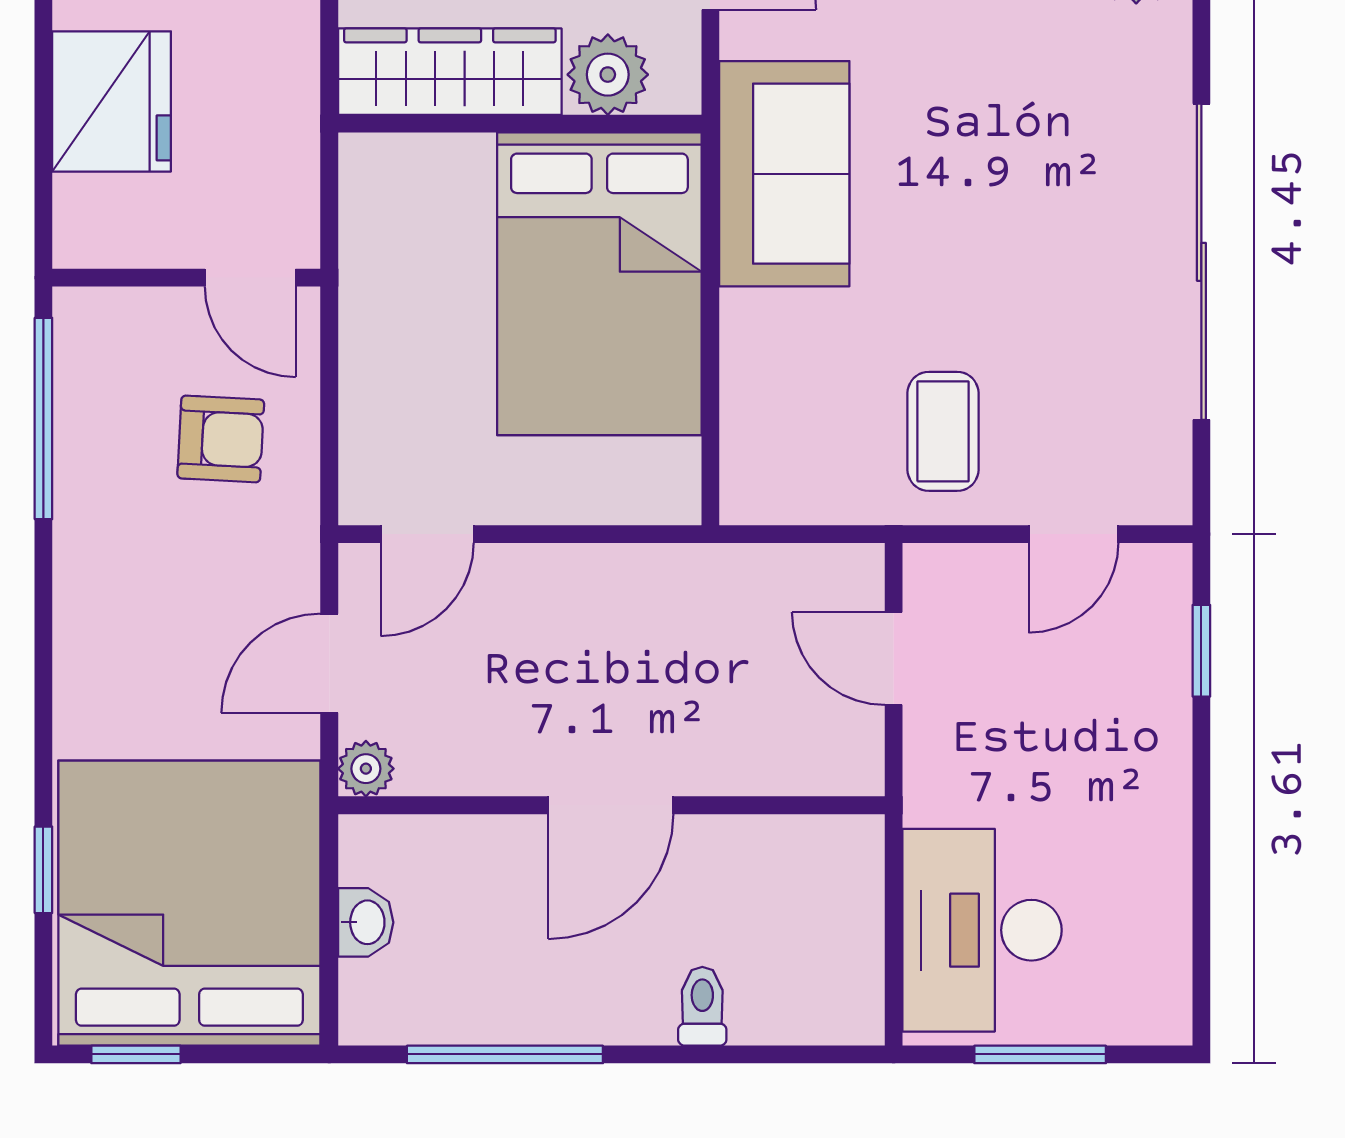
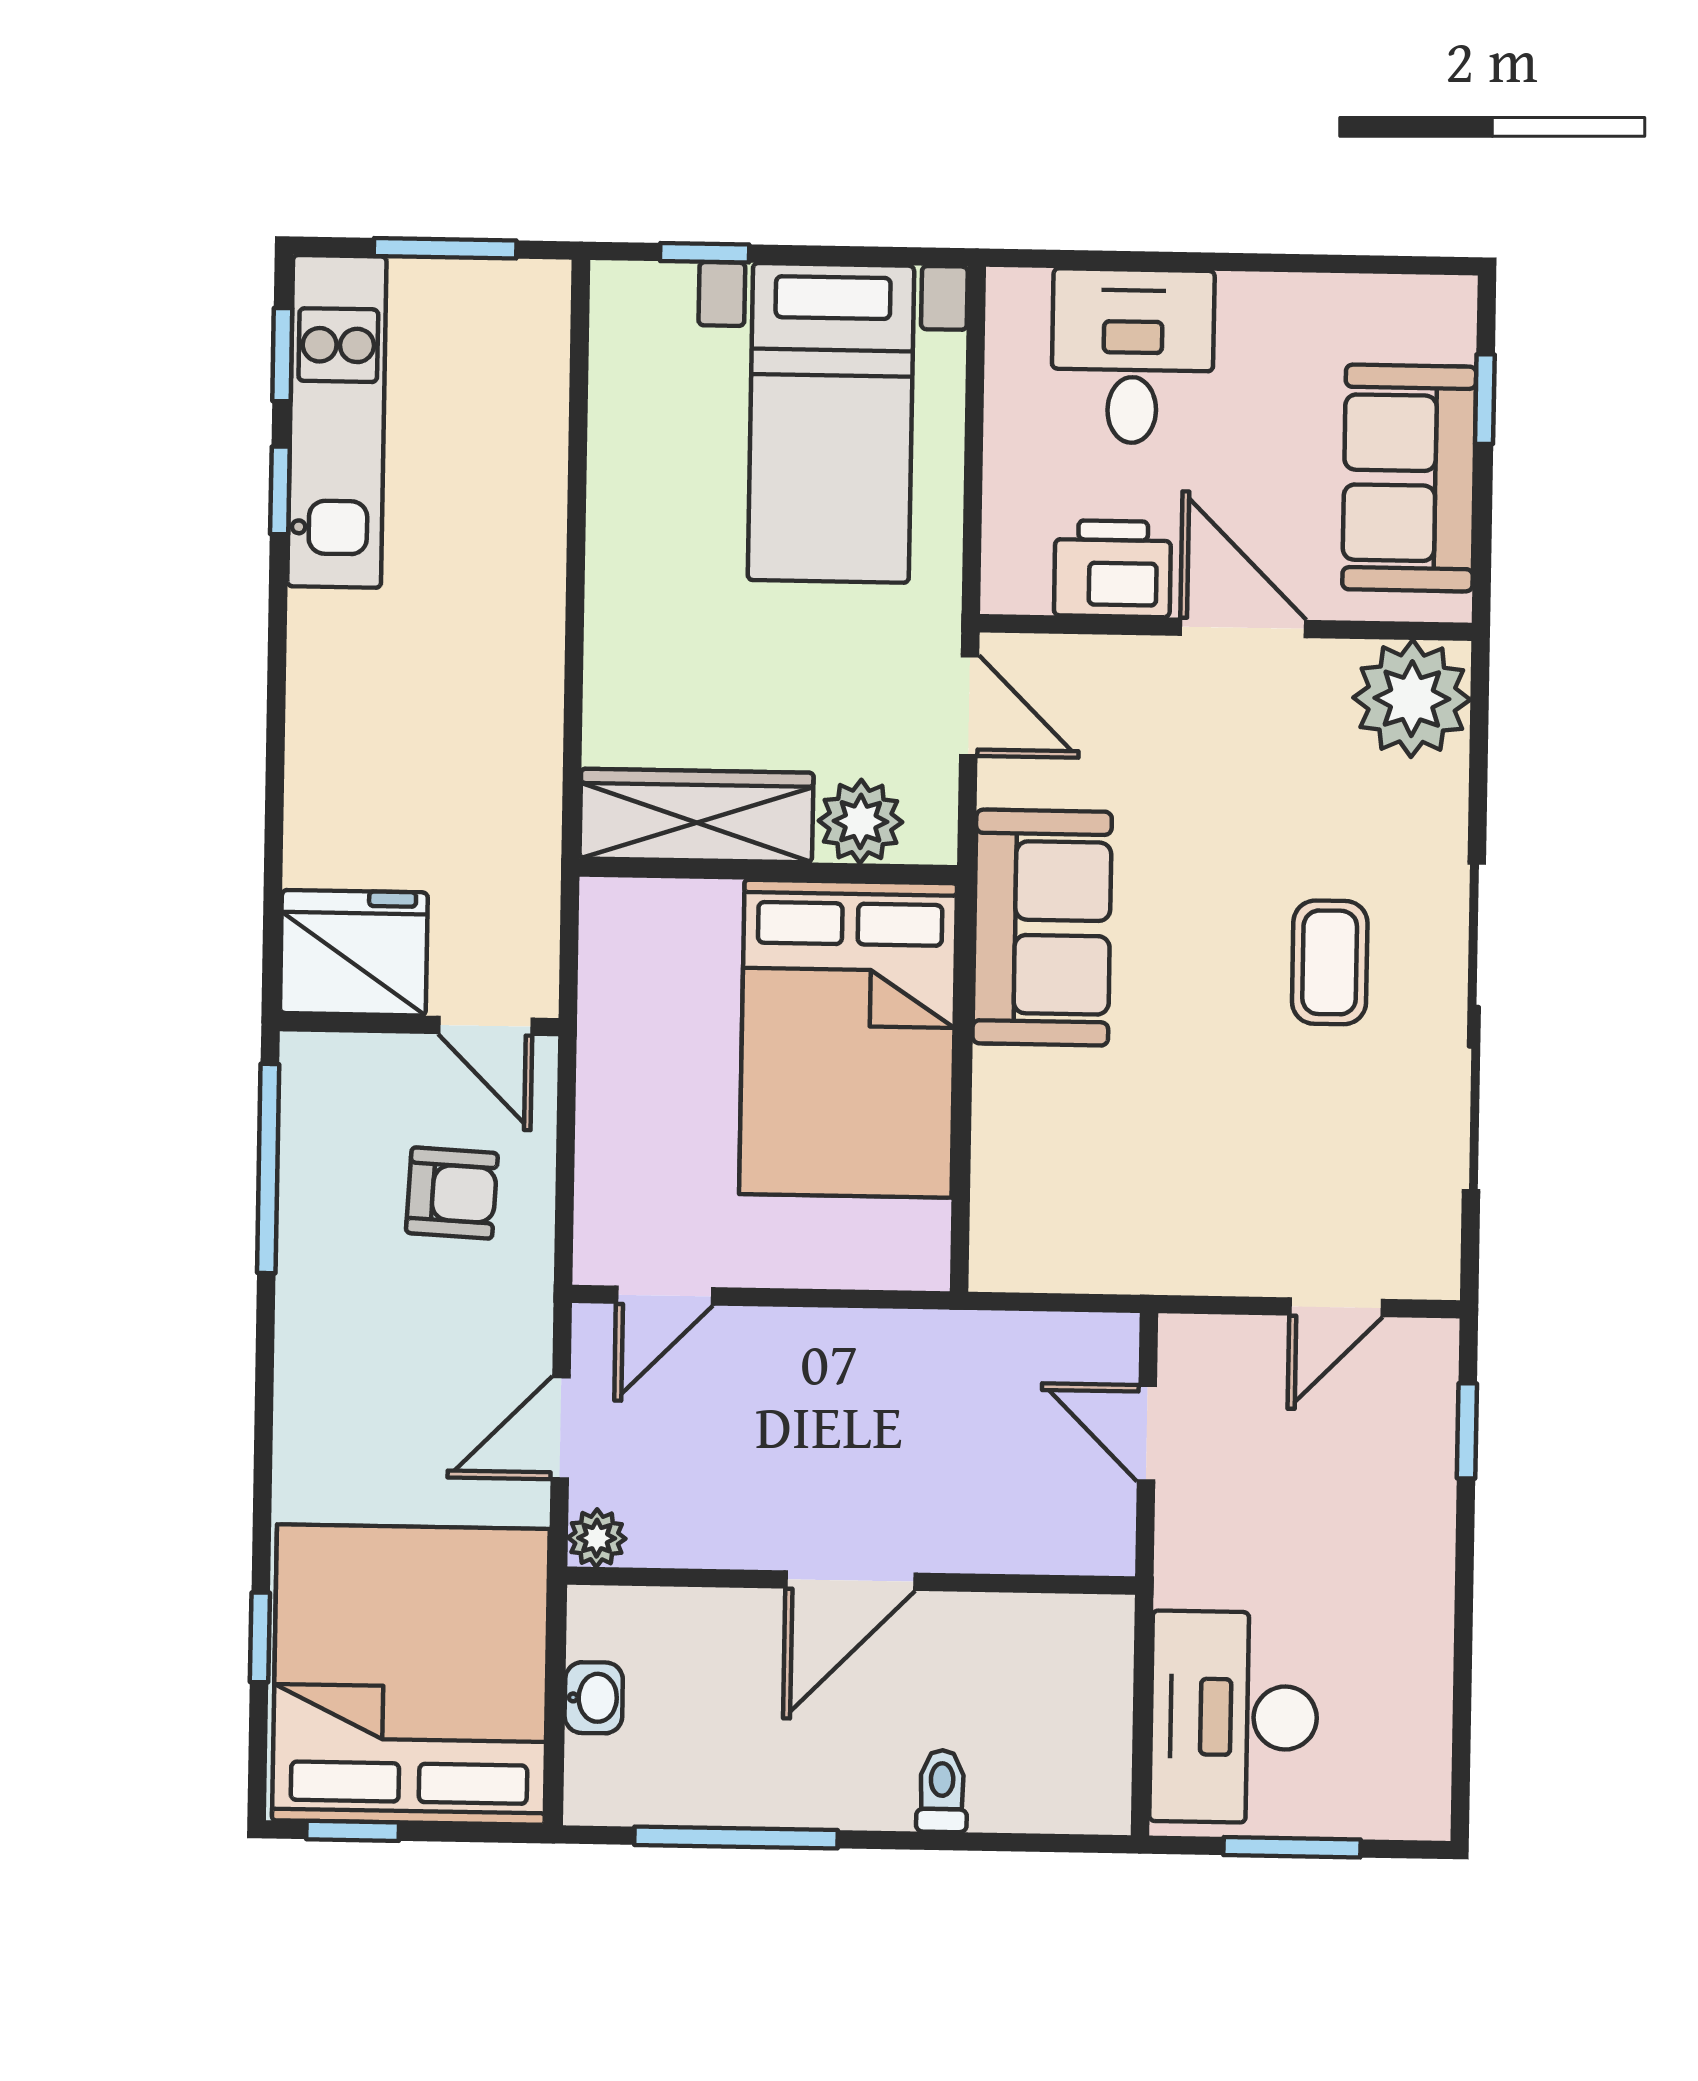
fridge: (112, 101) -> (354, 953), moved, turned -90
coffee table: (943, 431) -> (1330, 962), moved

